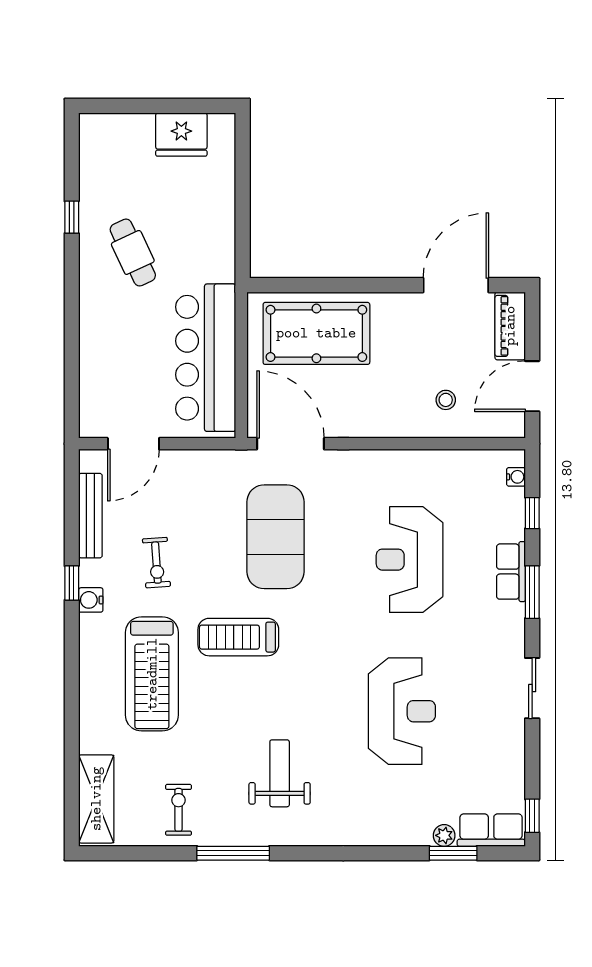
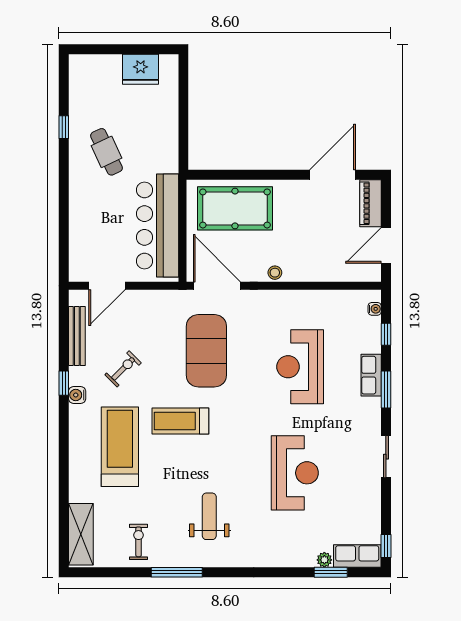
stool: (446, 400) -> (275, 273), moved
exercise bike: (156, 563) -> (123, 369), turned -131
treadmill: (152, 674) -> (120, 447), turned 180

